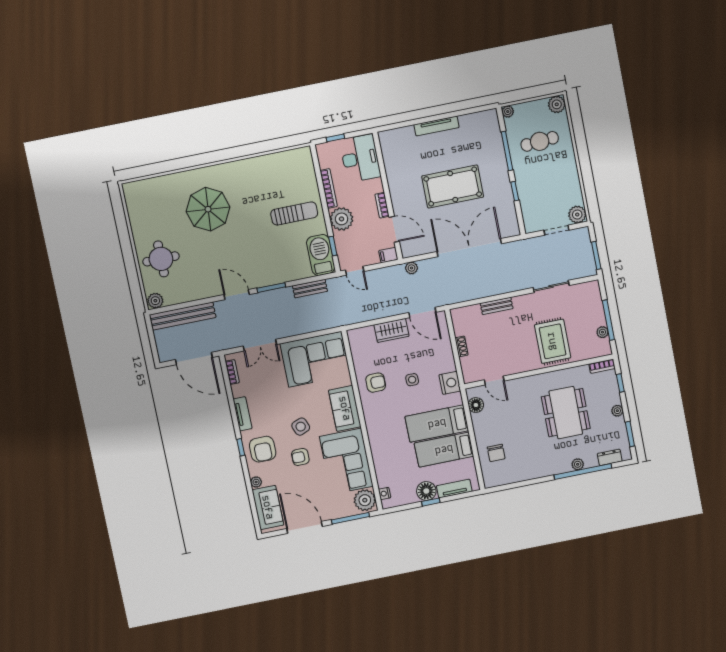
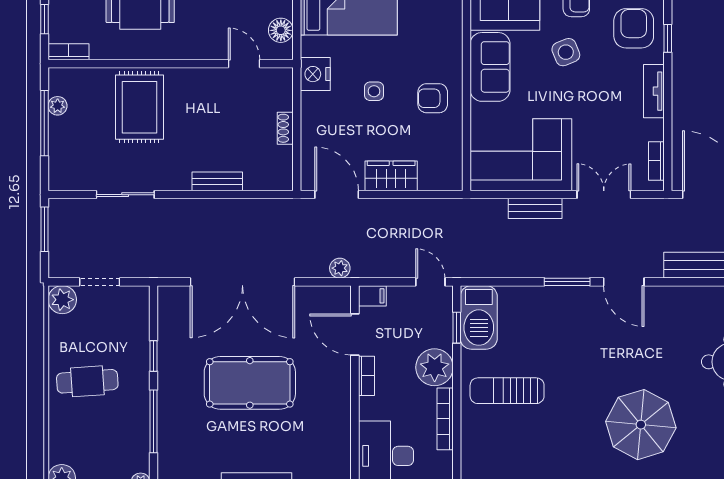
cafe table: (540, 141) -> (87, 381), moved
bench: (310, 289) -> (535, 208), moved

